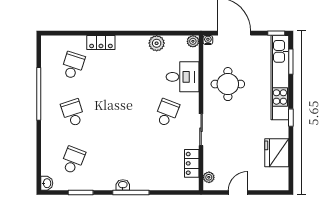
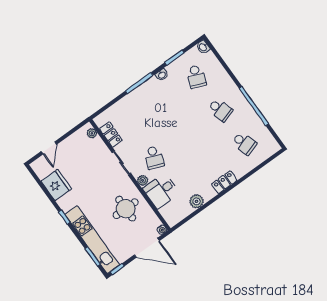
plant: (193, 41) -> (143, 180), moved
locker: (101, 42) -> (224, 182), moved
school desk: (73, 65) -> (244, 143), turned -36
washbasin: (123, 185) -> (162, 75), moved
door: (238, 193) -> (49, 148), moved

